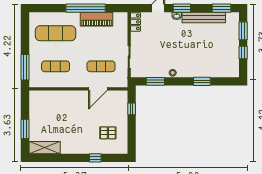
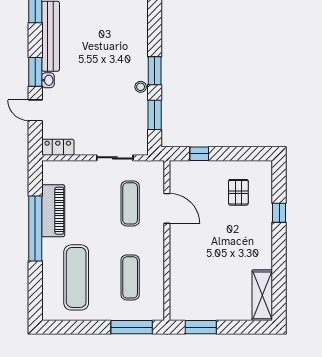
window: (202, 81) -> (155, 71), moved
window: (25, 129) -> (201, 327), moved

